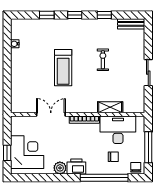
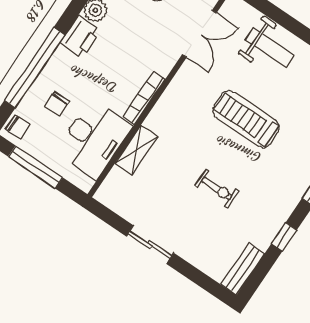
weight bench: (24, 79) -> (270, 48), added
double door: (51, 114) -> (199, 34), moved

